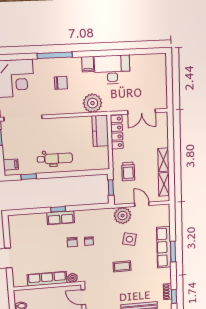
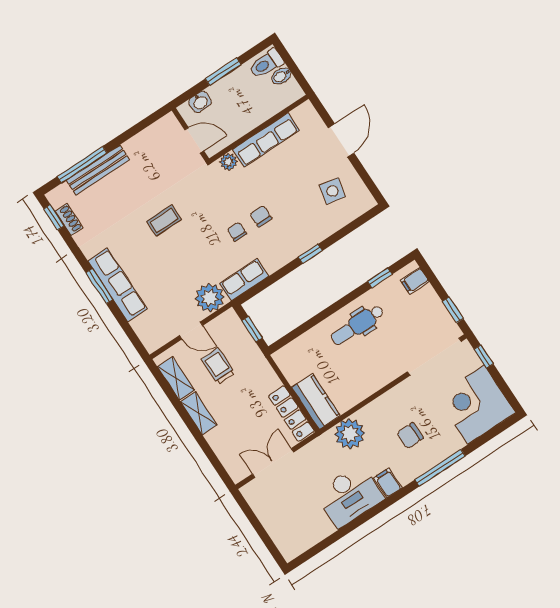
trolley: (128, 171) -> (218, 366), moved
row of seats: (61, 218) -> (244, 280), moved
side table: (129, 239) -> (332, 191), moved

